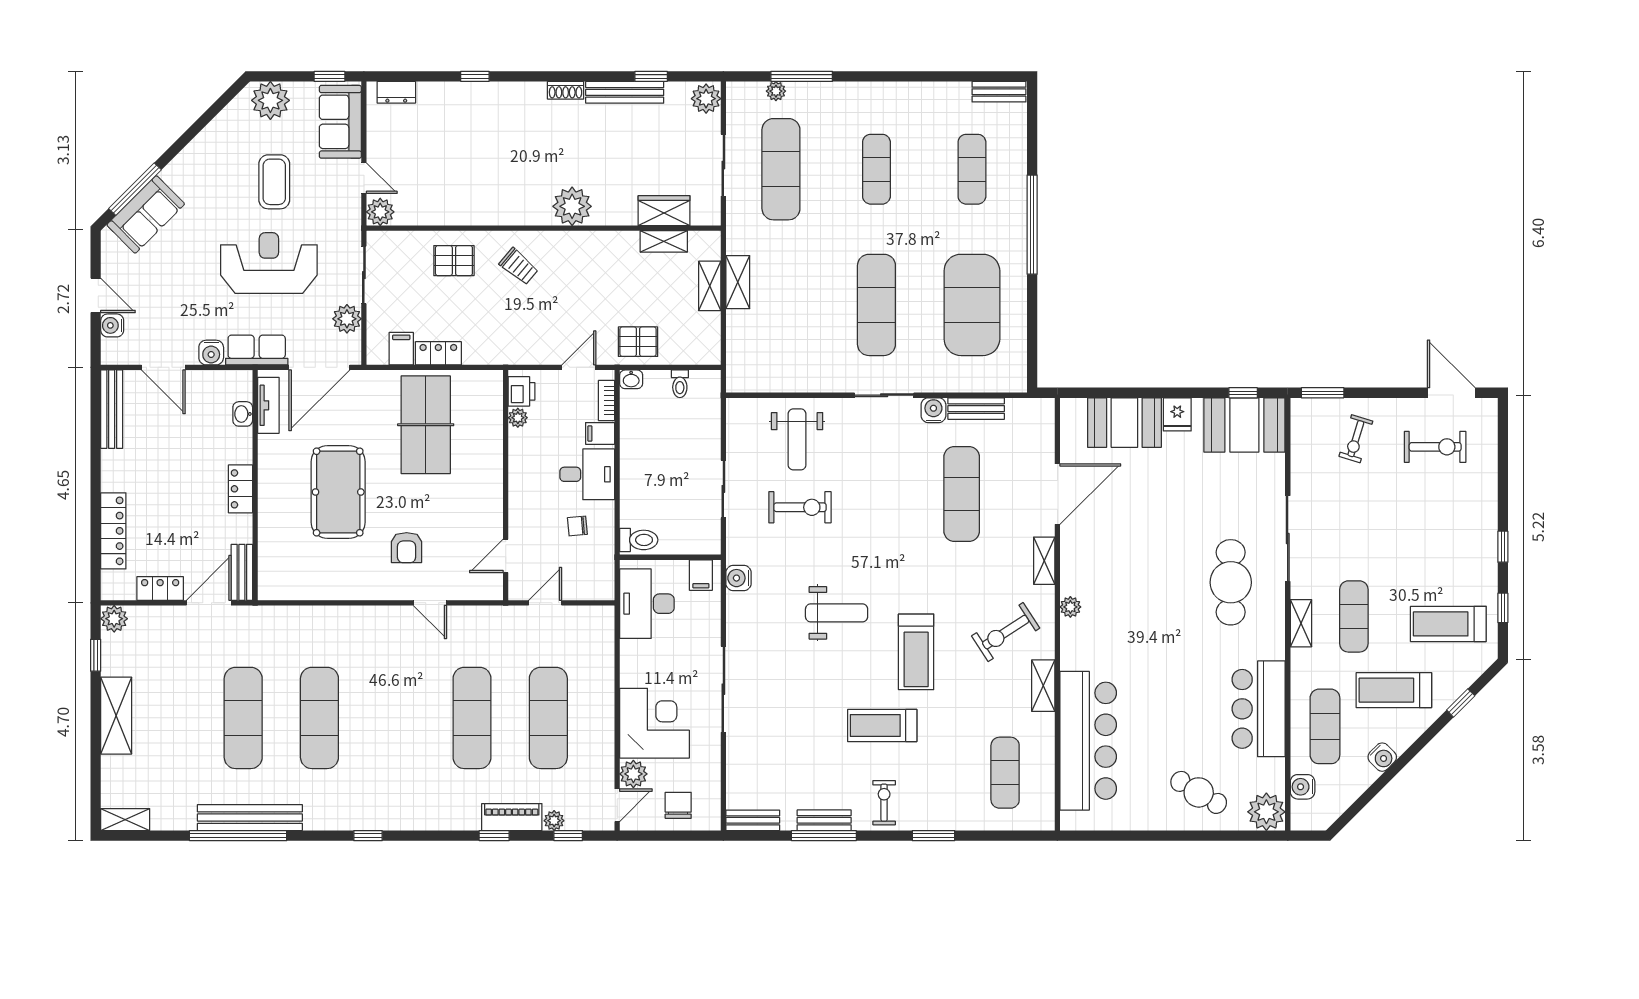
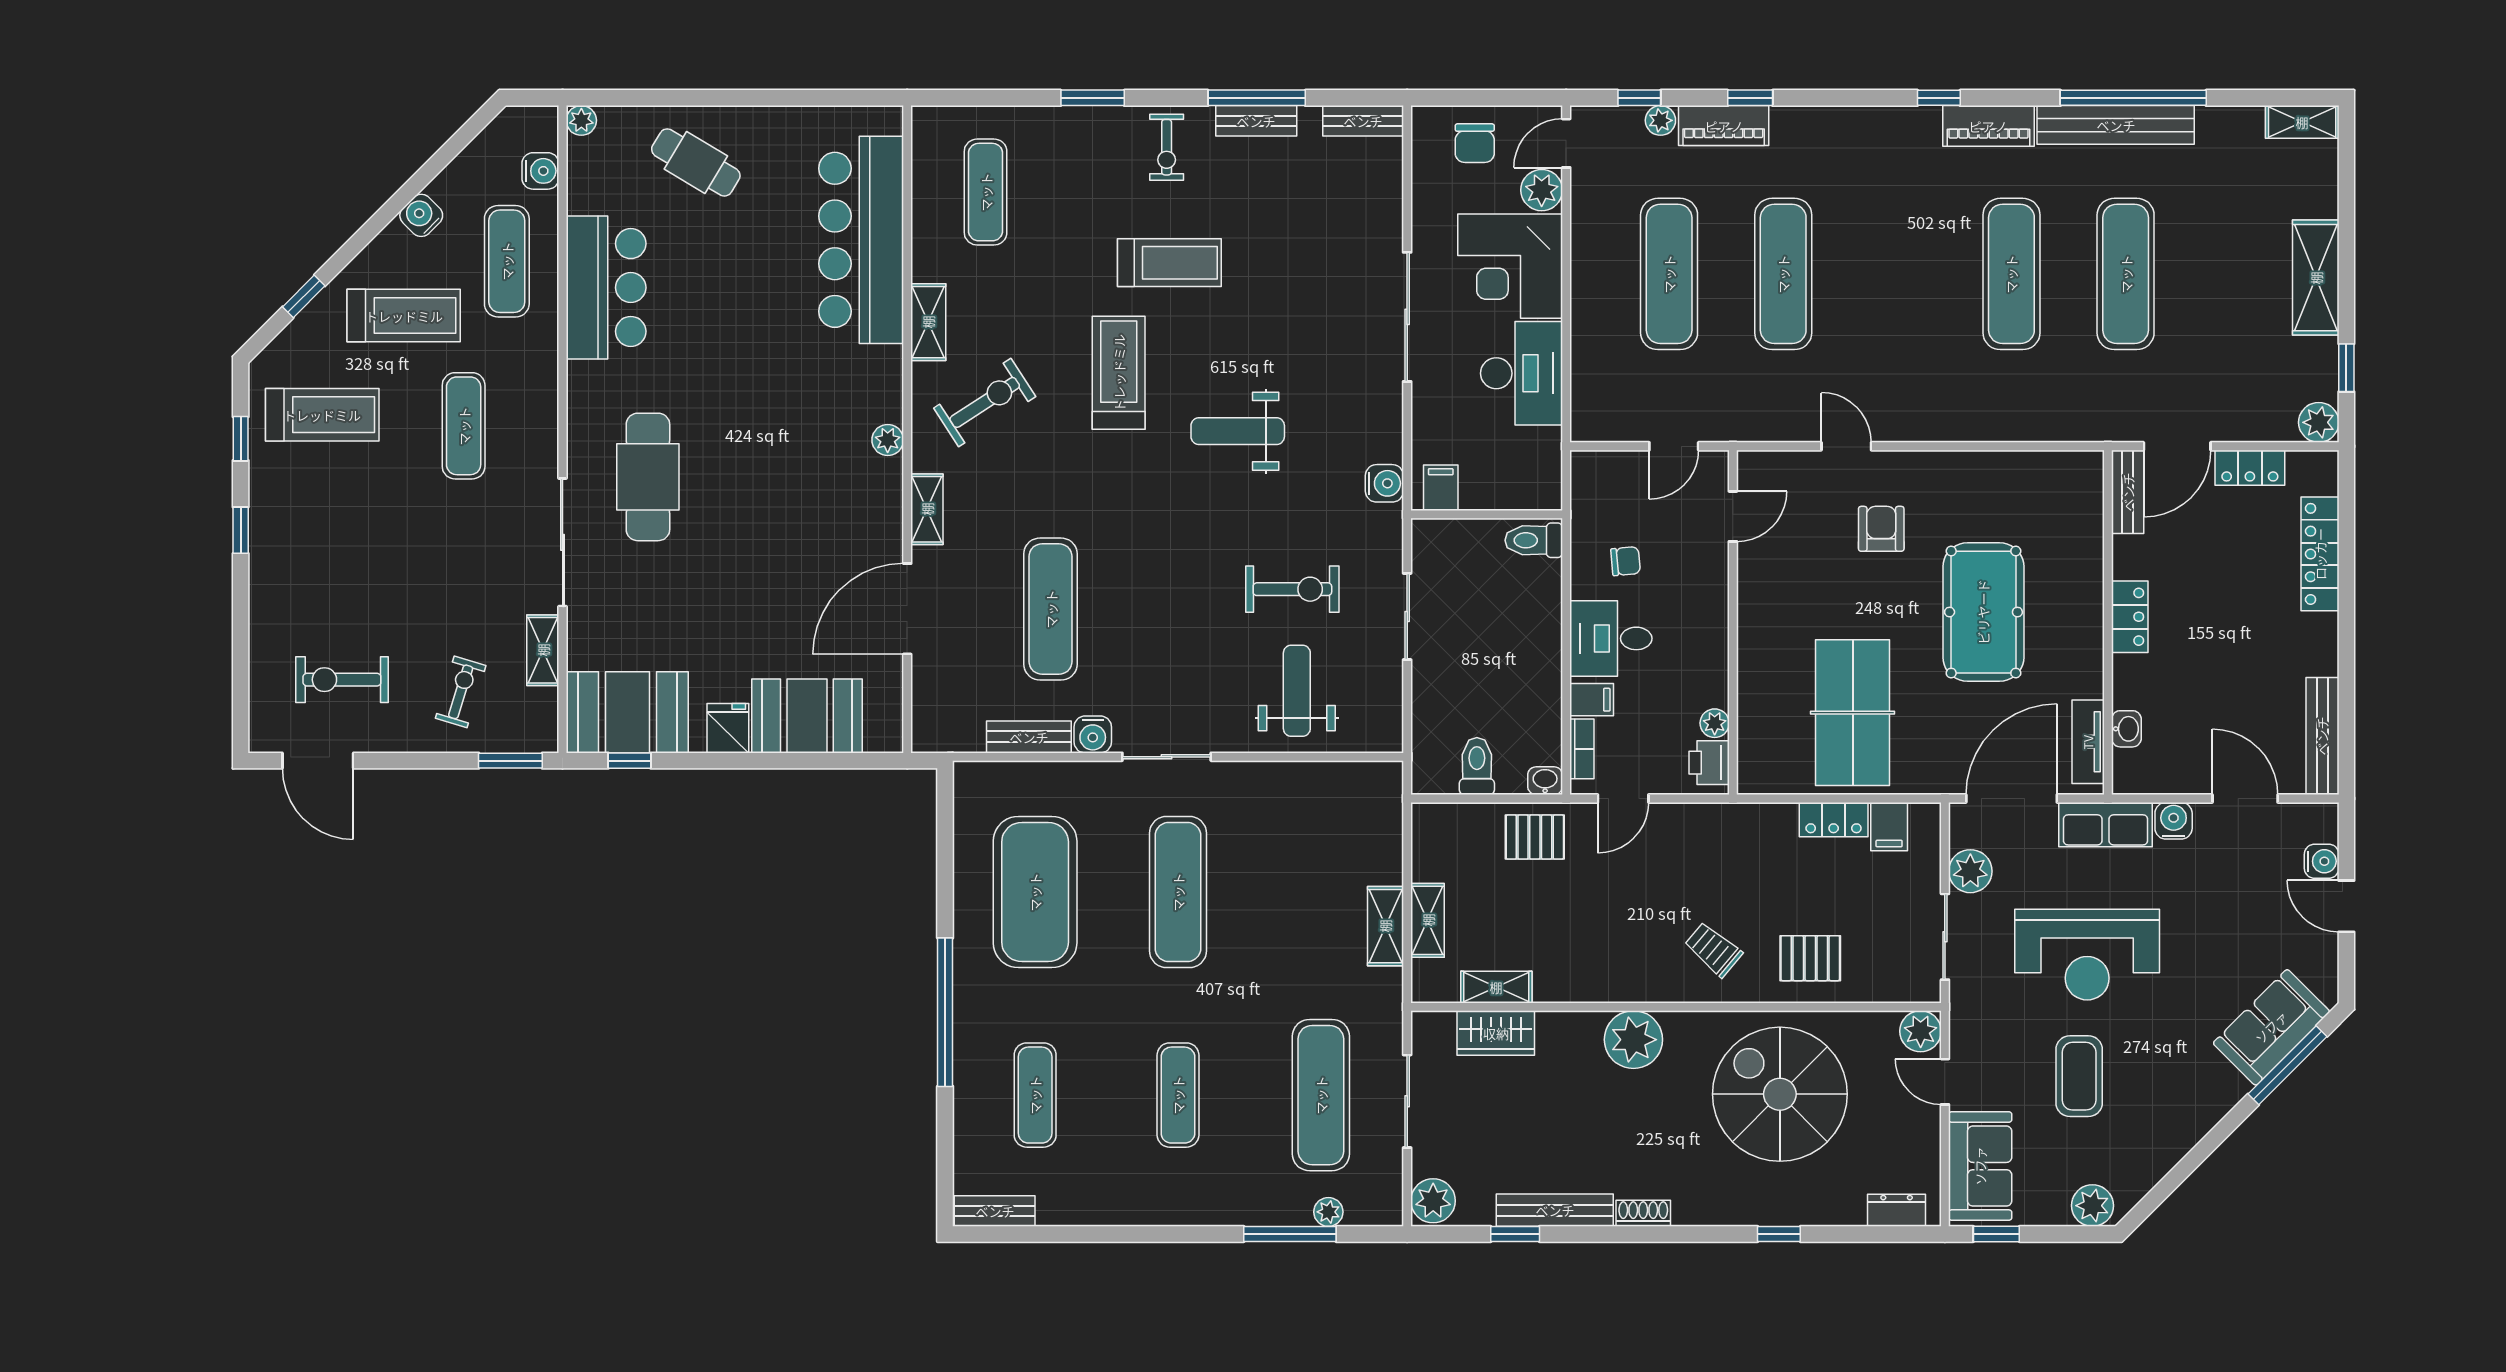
plant: (270, 100) -> (2092, 1206), width x0.73, depth x0.73
spiral stairs: (474, 170) -> (1780, 1094), added
toilet: (680, 384) -> (1477, 766), width x1.37, depth x1.39
exercise bike: (800, 507) -> (1292, 589), turned 180
desk: (647, 604) -> (1522, 373), moved
shelving: (1301, 623) -> (543, 650), moved
plant: (1266, 812) -> (581, 120), width x0.53, depth x0.53
piano: (335, 817) -> (1988, 126), added

